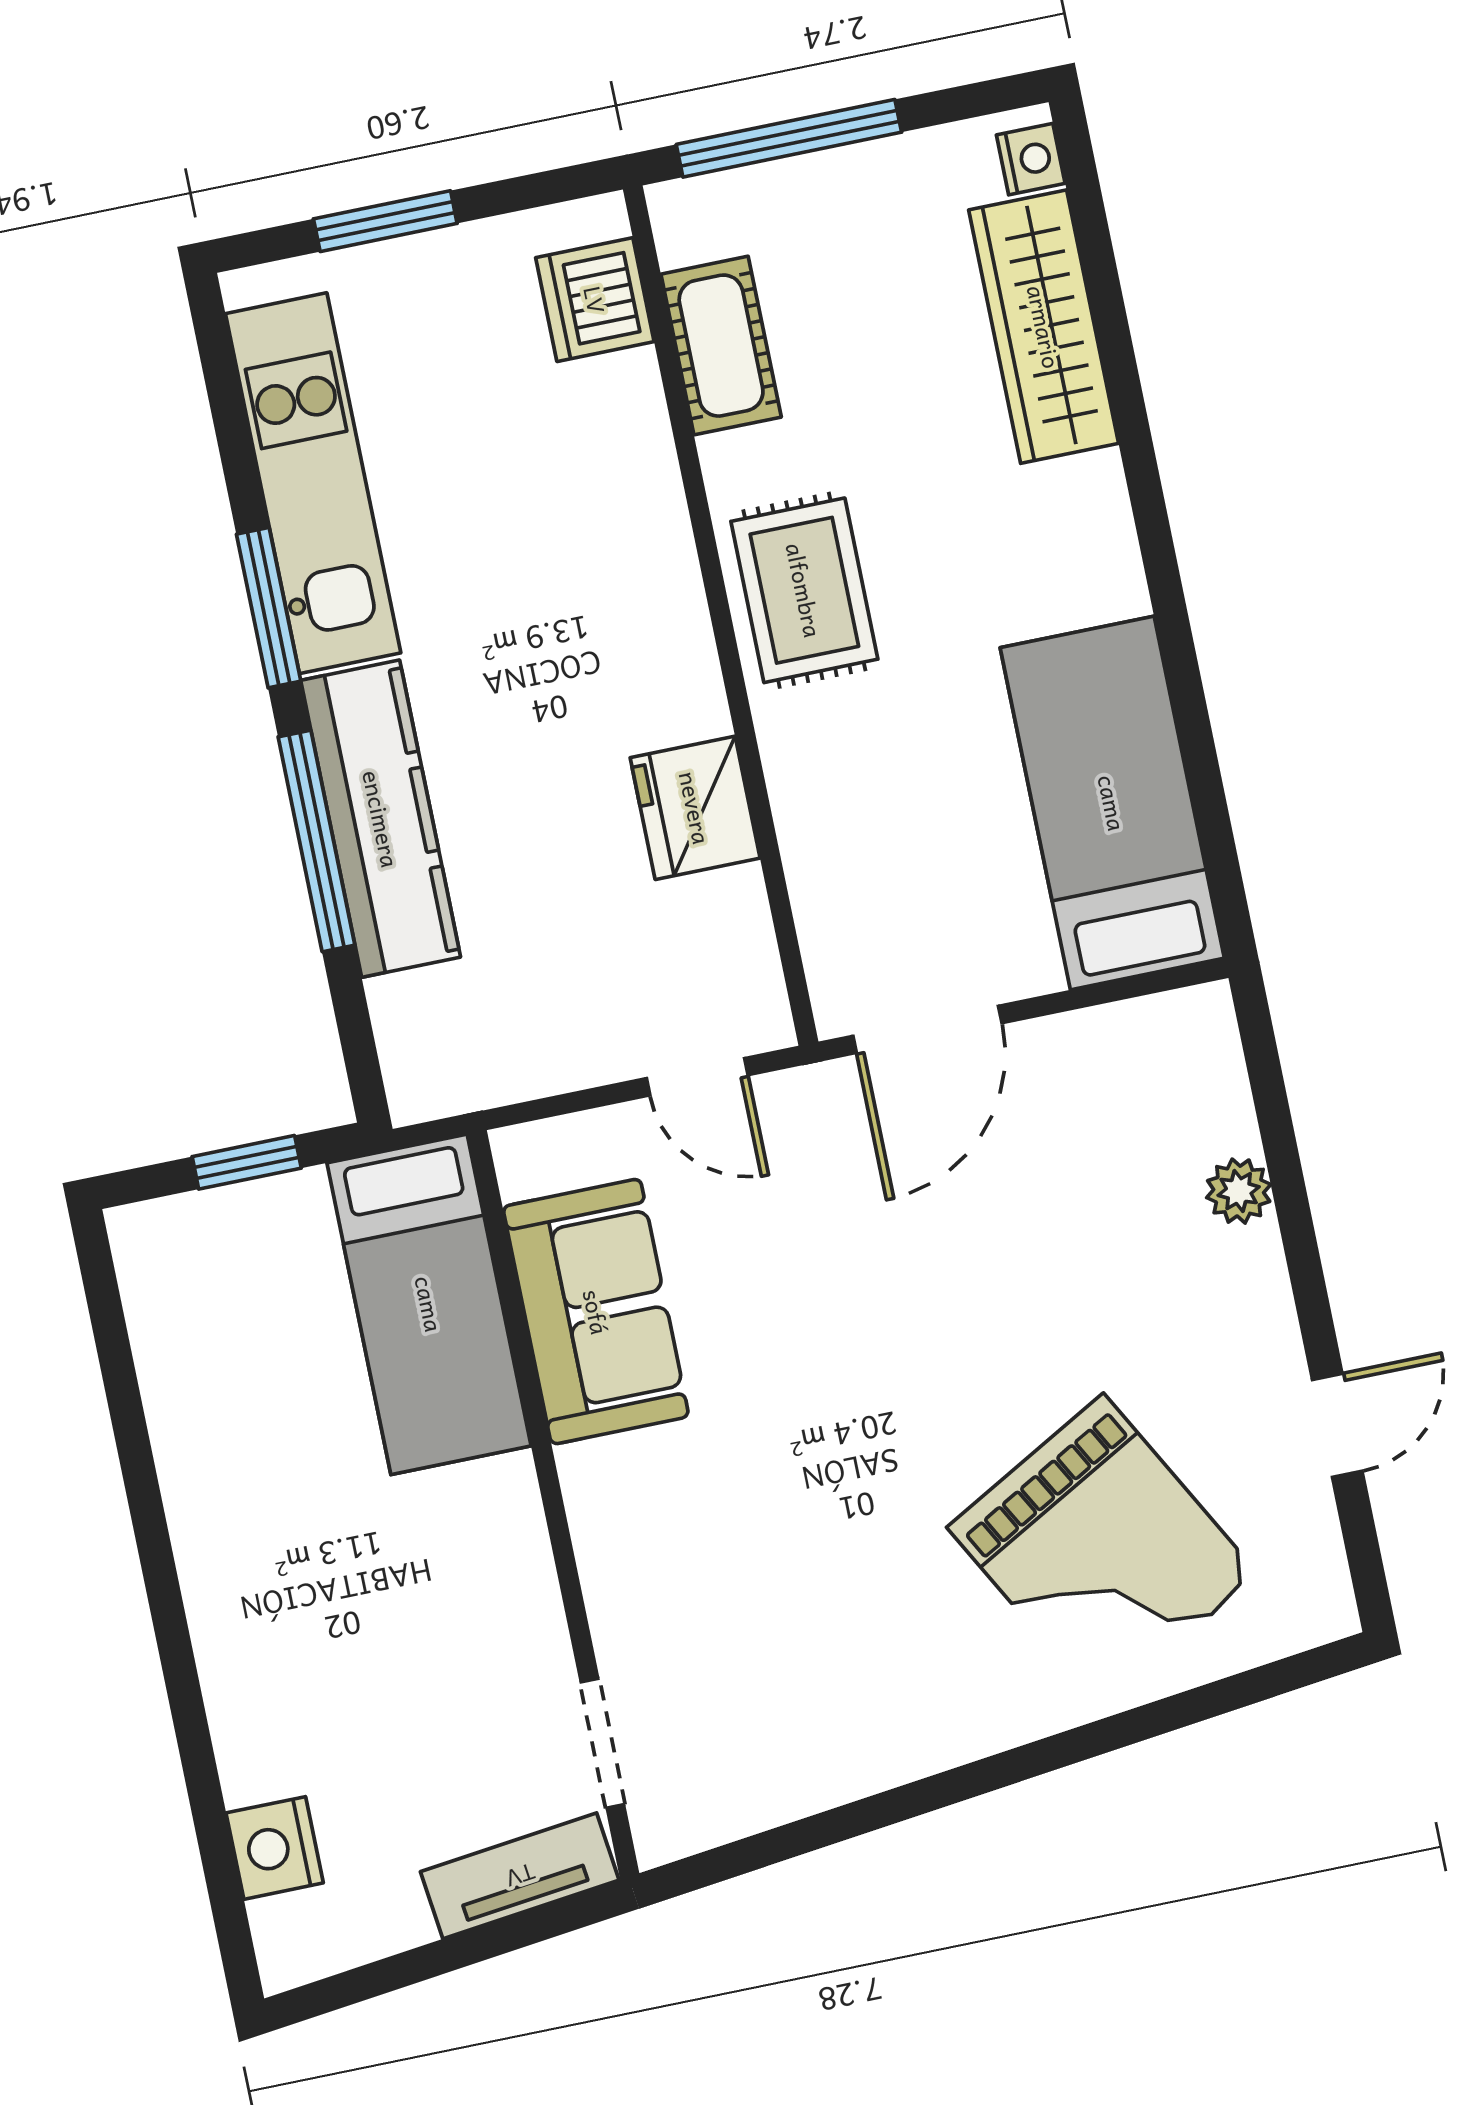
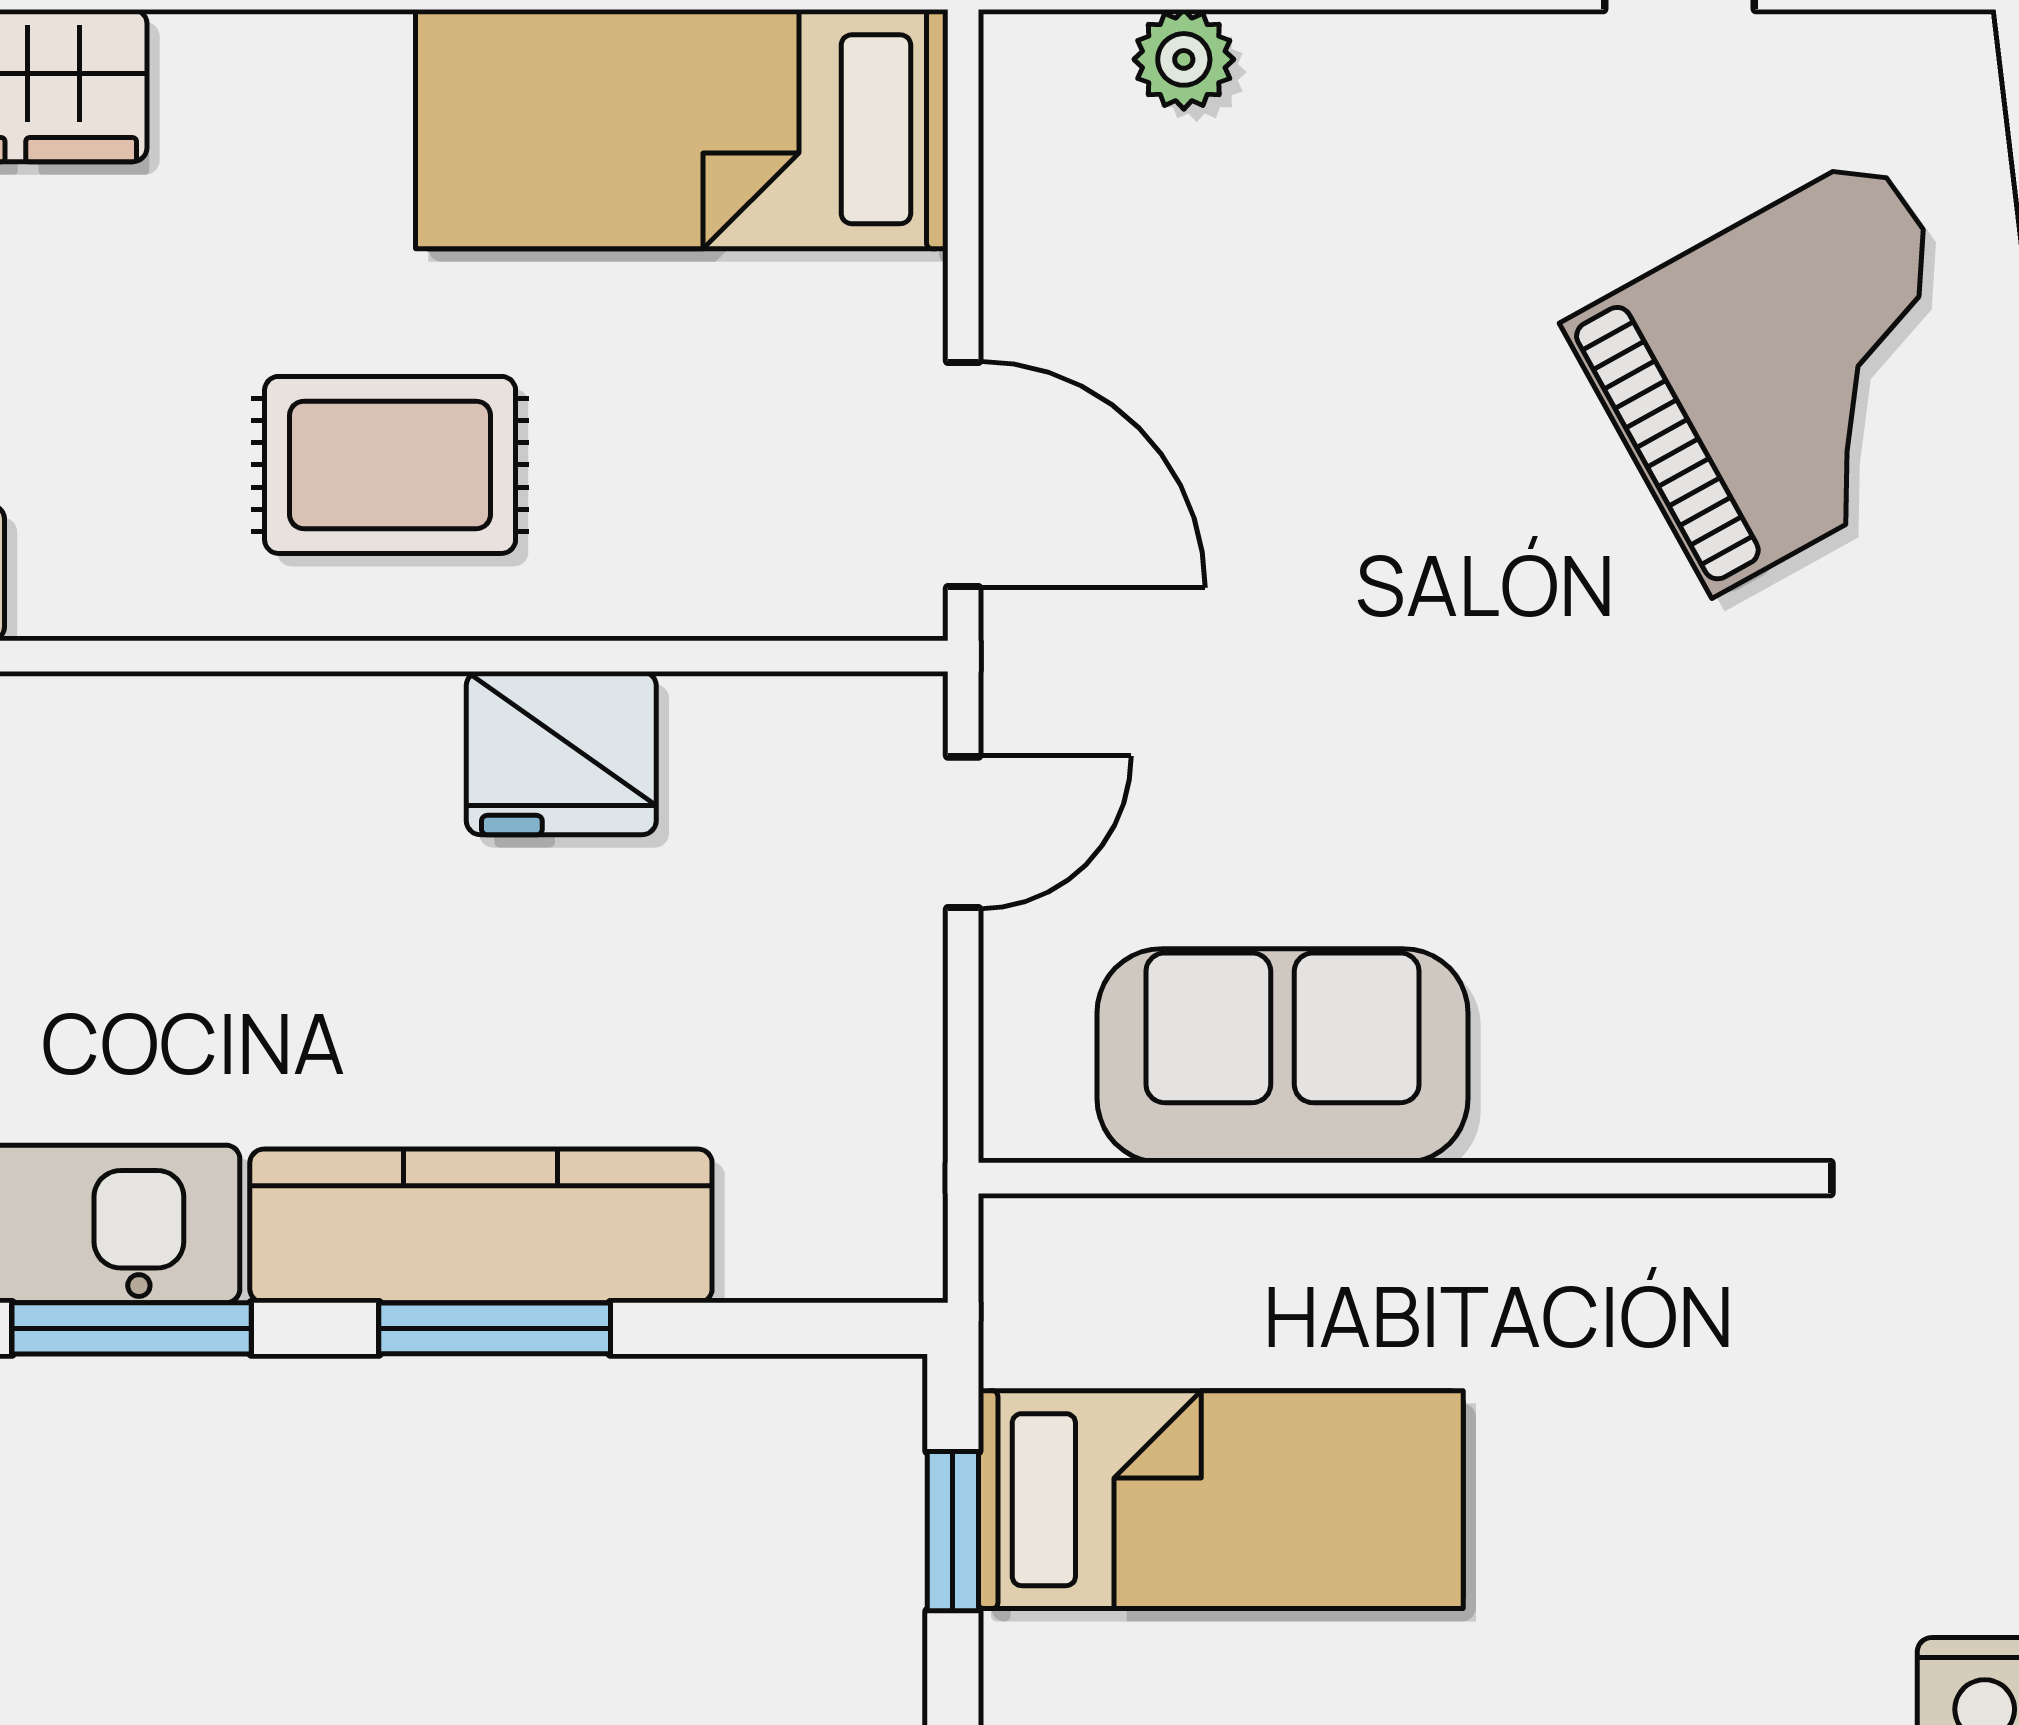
rug: (804, 590) -> (390, 465), moved
window: (317, 841) -> (495, 1328), width x0.69
plant: (1239, 1191) -> (1184, 59), moved
bed: (429, 1304) -> (1221, 1500), moved

